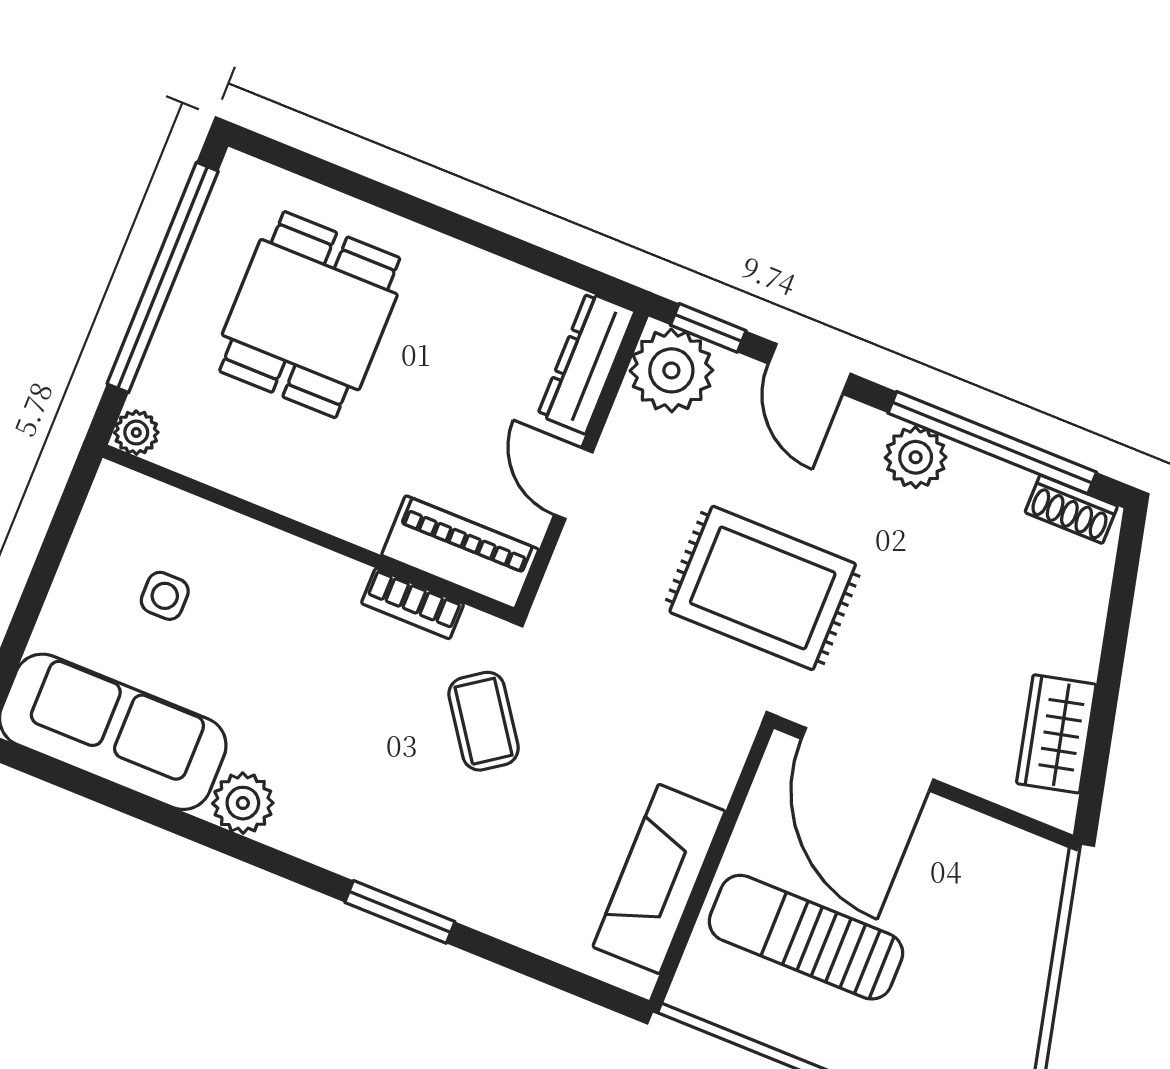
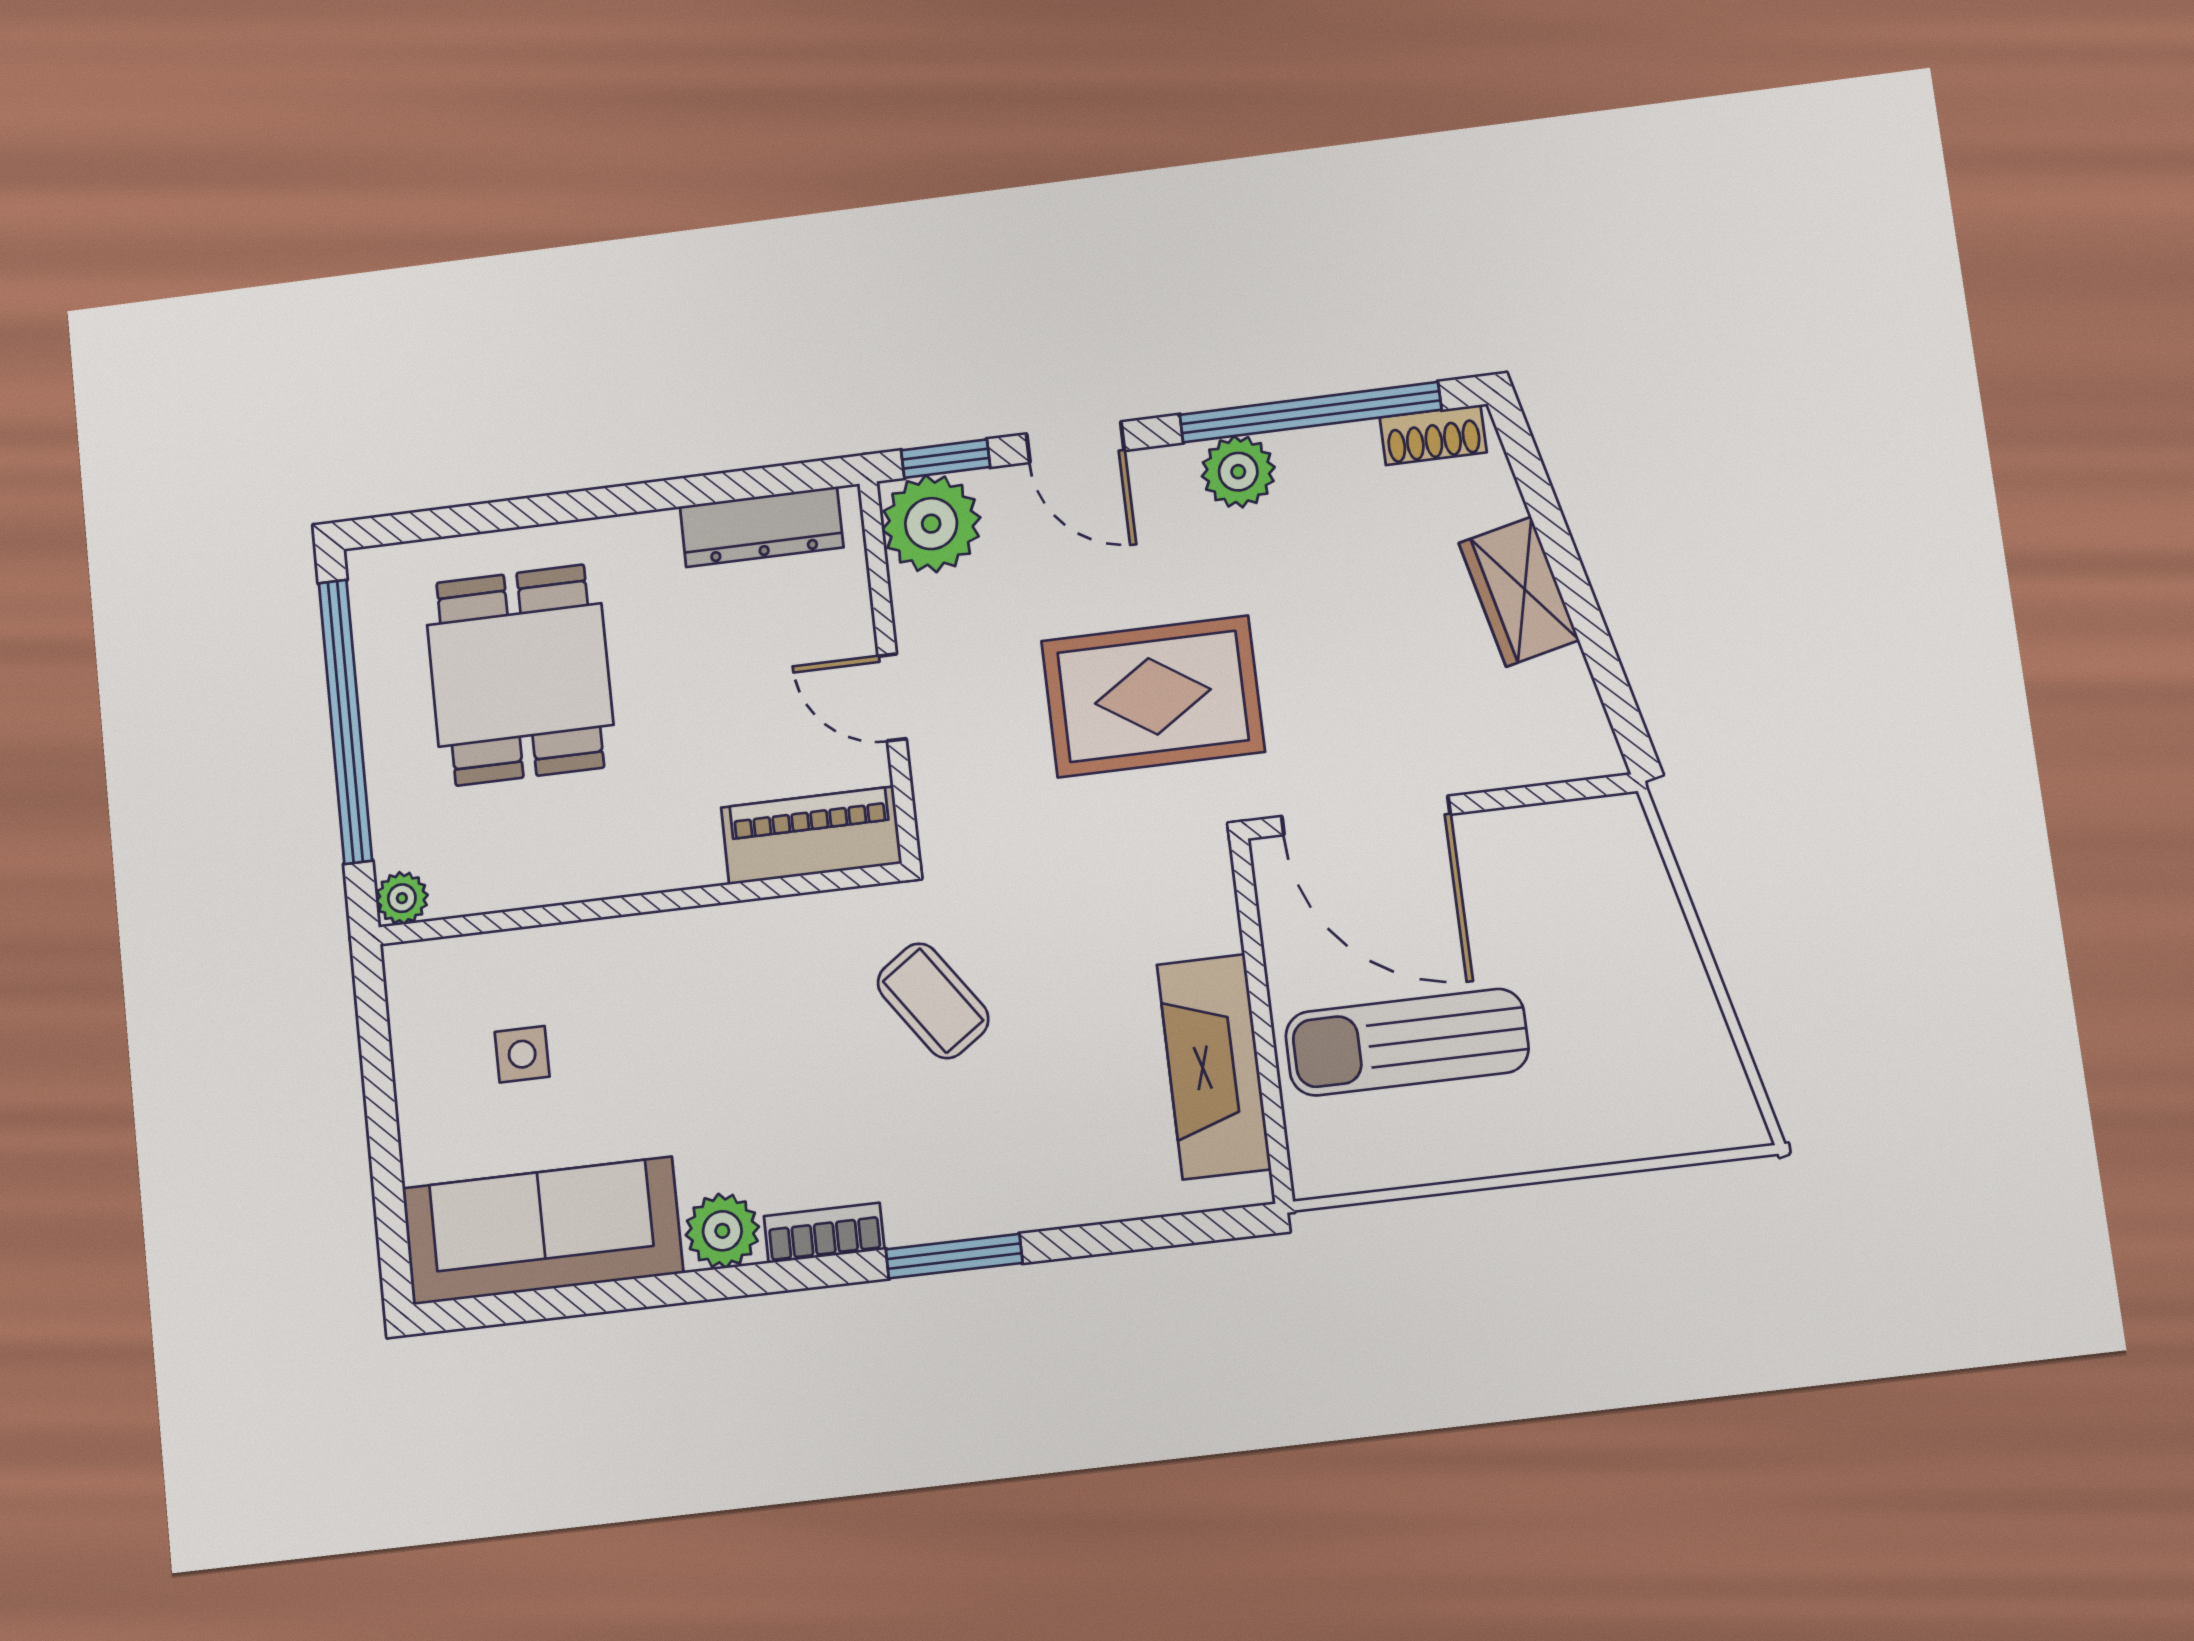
dresser: (586, 363) -> (762, 527), moved, turned -90
bookcase: (413, 604) -> (824, 1233), moved, turned 180
wardrobe: (1056, 734) -> (1519, 591), moved

